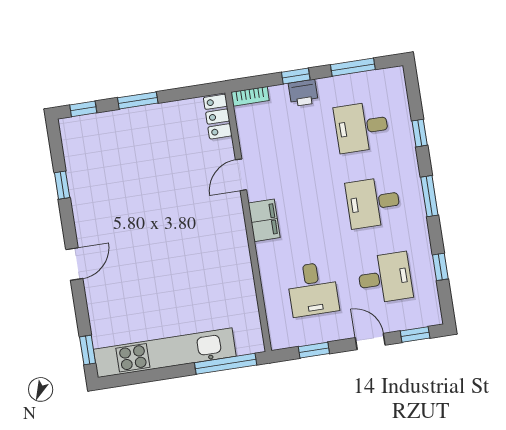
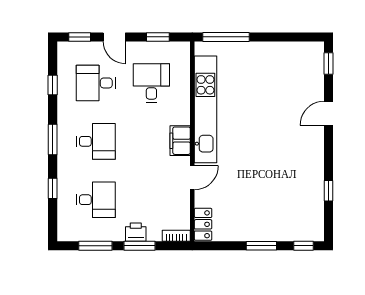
window: (296, 76) -> (139, 246), width x1.50
door: (74, 264) -> (328, 113), moved
kitchen unit: (165, 353) -> (205, 109), moved, turned -90

